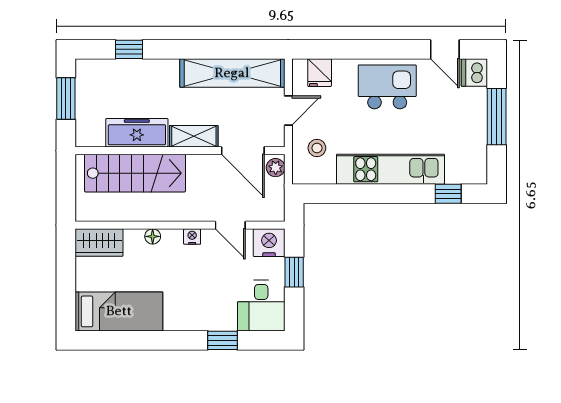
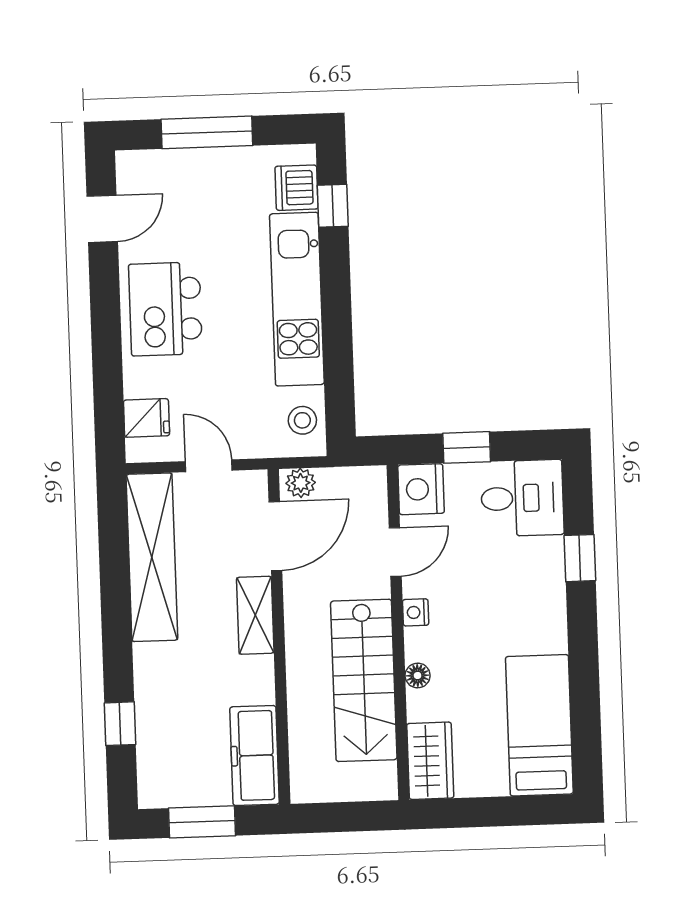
dishwasher: (474, 73) -> (297, 188), moved, turned 90
freezer: (137, 133) -> (255, 756), moved
stool: (317, 148) -> (302, 420), moved
stairs: (135, 173) -> (364, 680), moved, turned 180

